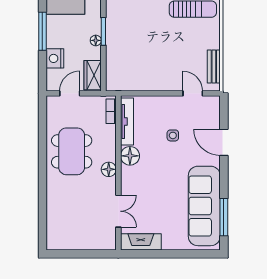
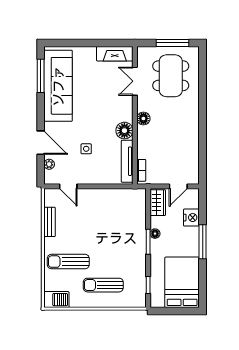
bench: (214, 67) -> (50, 222), moved
plant: (214, 118) -> (49, 164), added
dining table: (72, 151) -> (171, 76), moved
window: (76, 254) -> (172, 43), added

